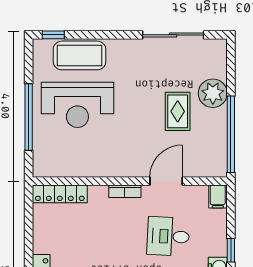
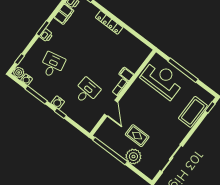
reception desk: (77, 105) -> (162, 80), moved, turned 90
locker: (60, 194) -> (140, 59), removed
filing cabinet: (218, 196) -> (126, 74), moved

